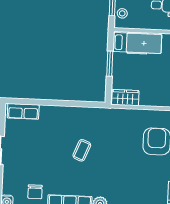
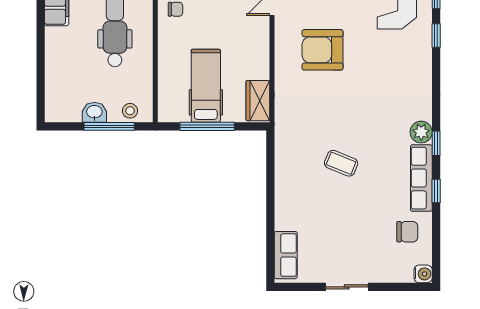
hospital bed: (137, 43) -> (206, 86), moved
window: (110, 64) -> (207, 126), width x1.44

